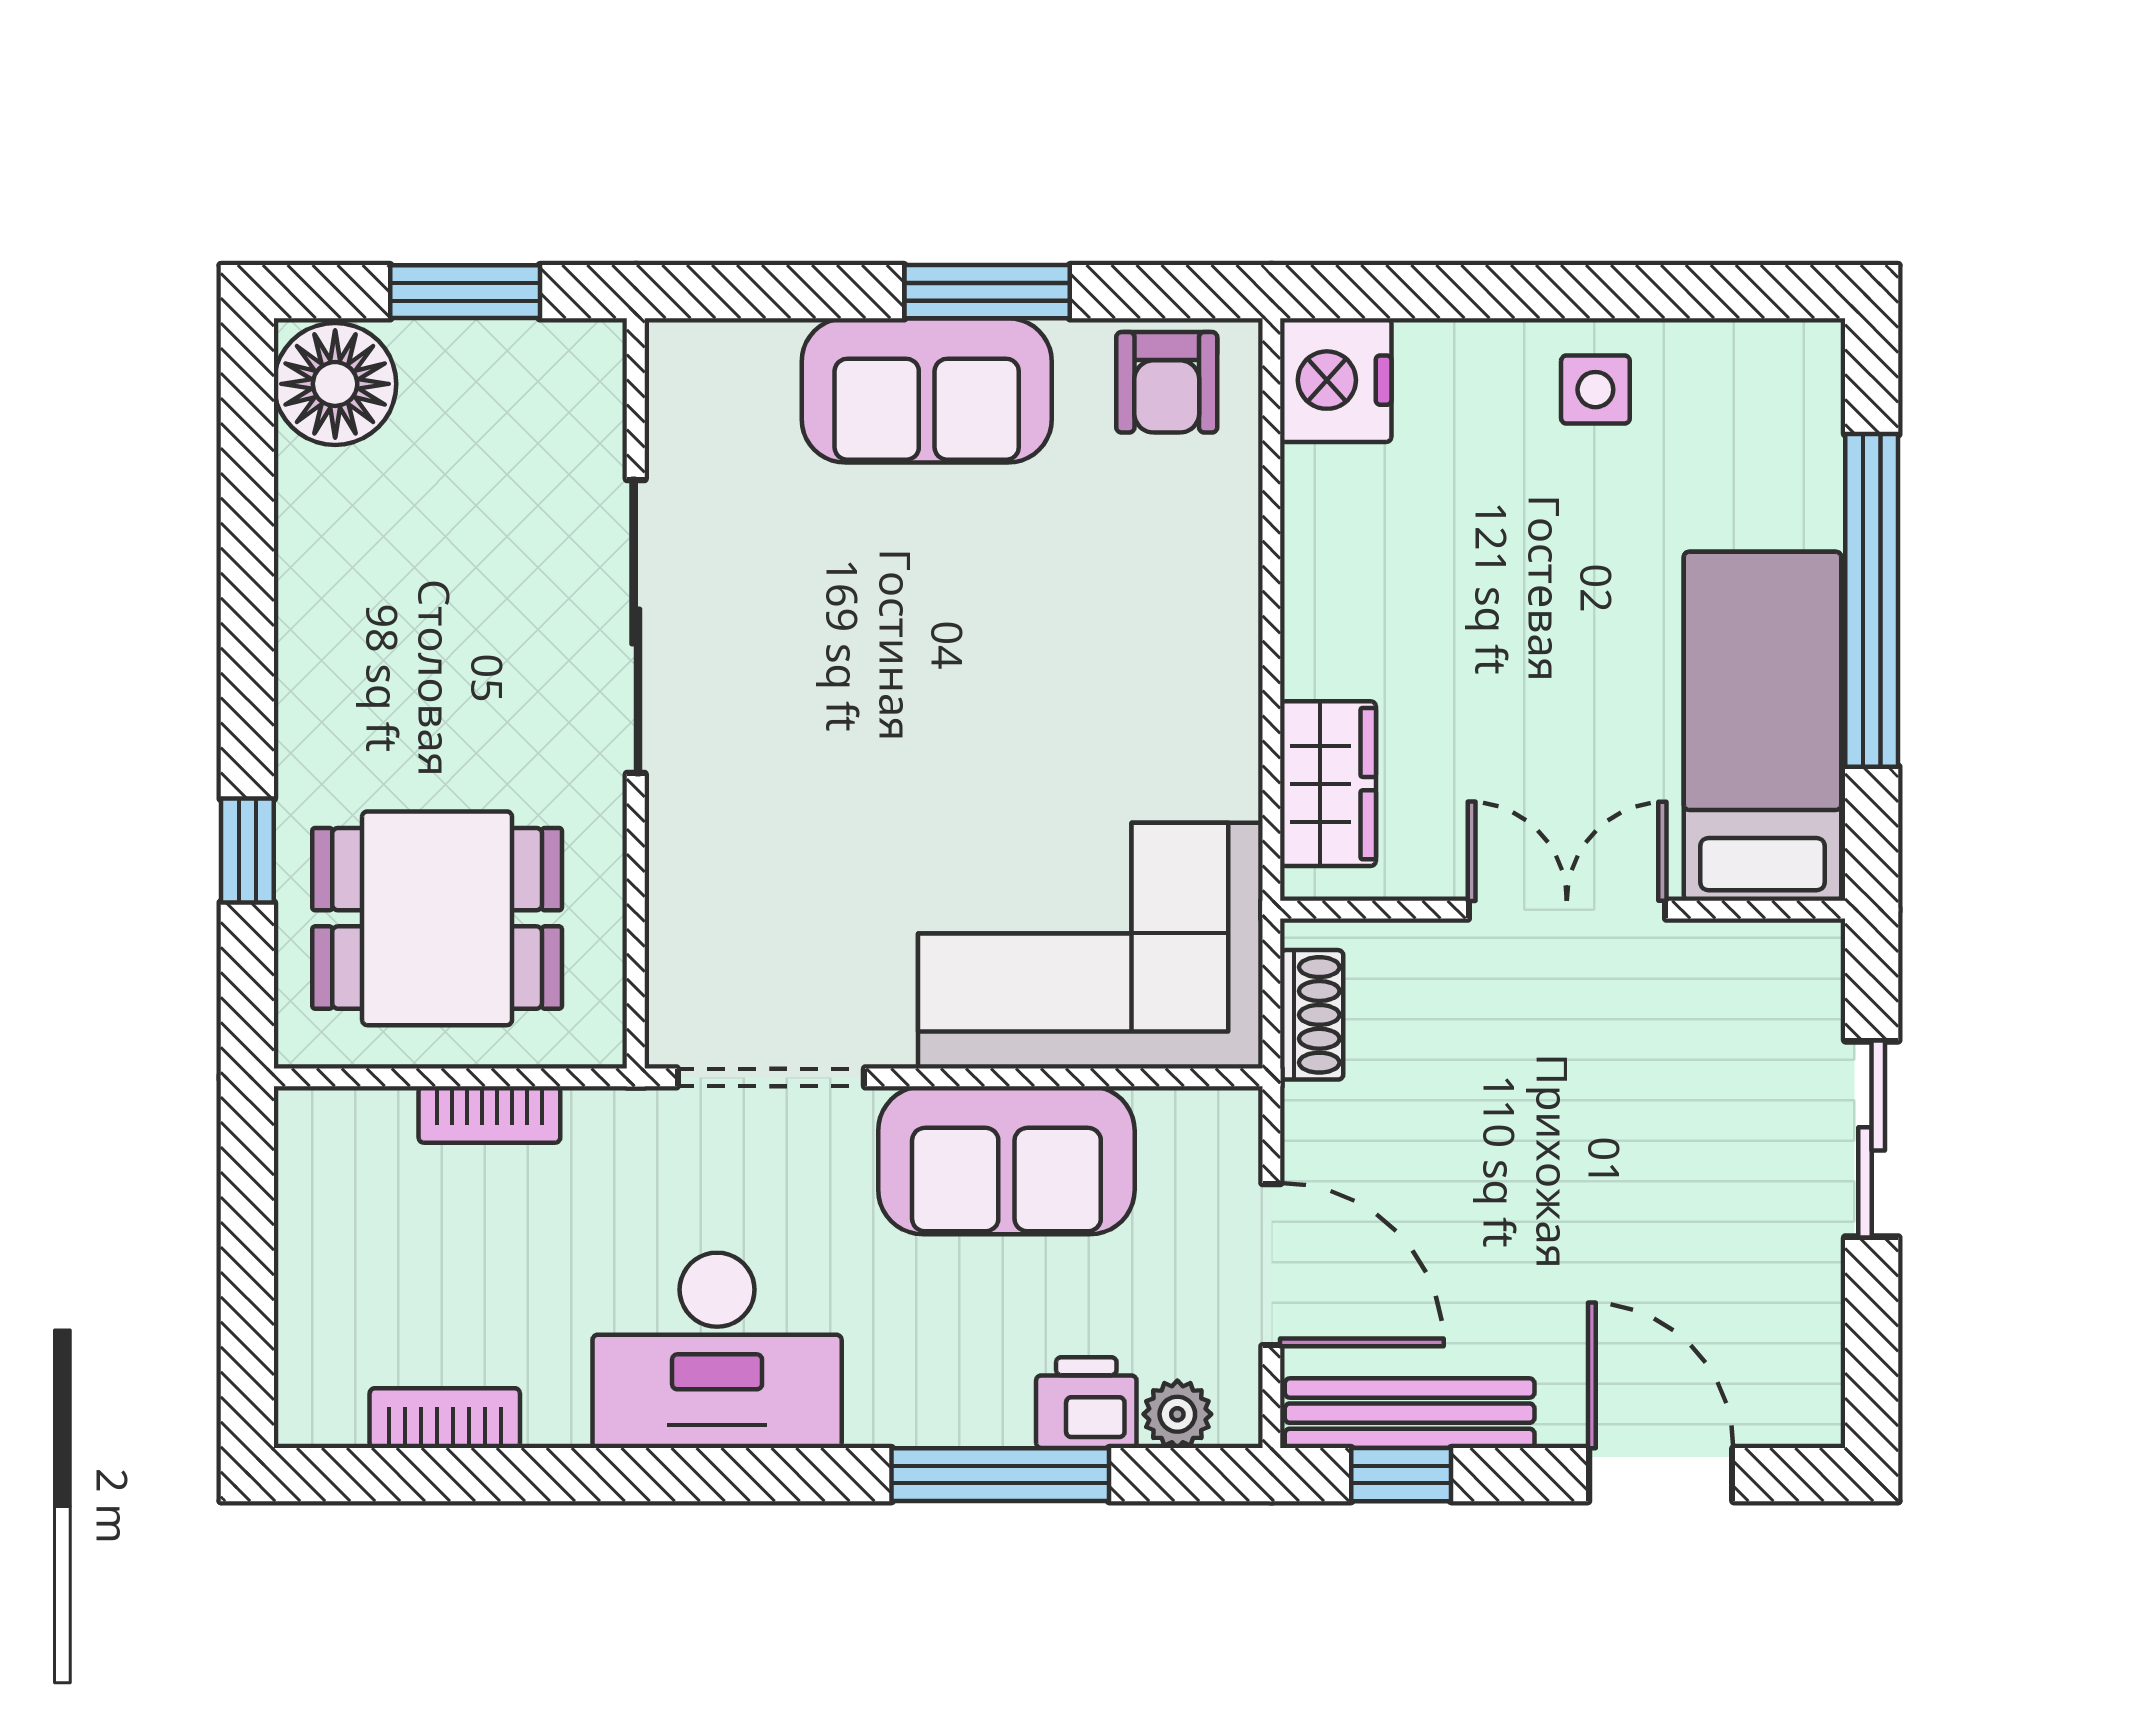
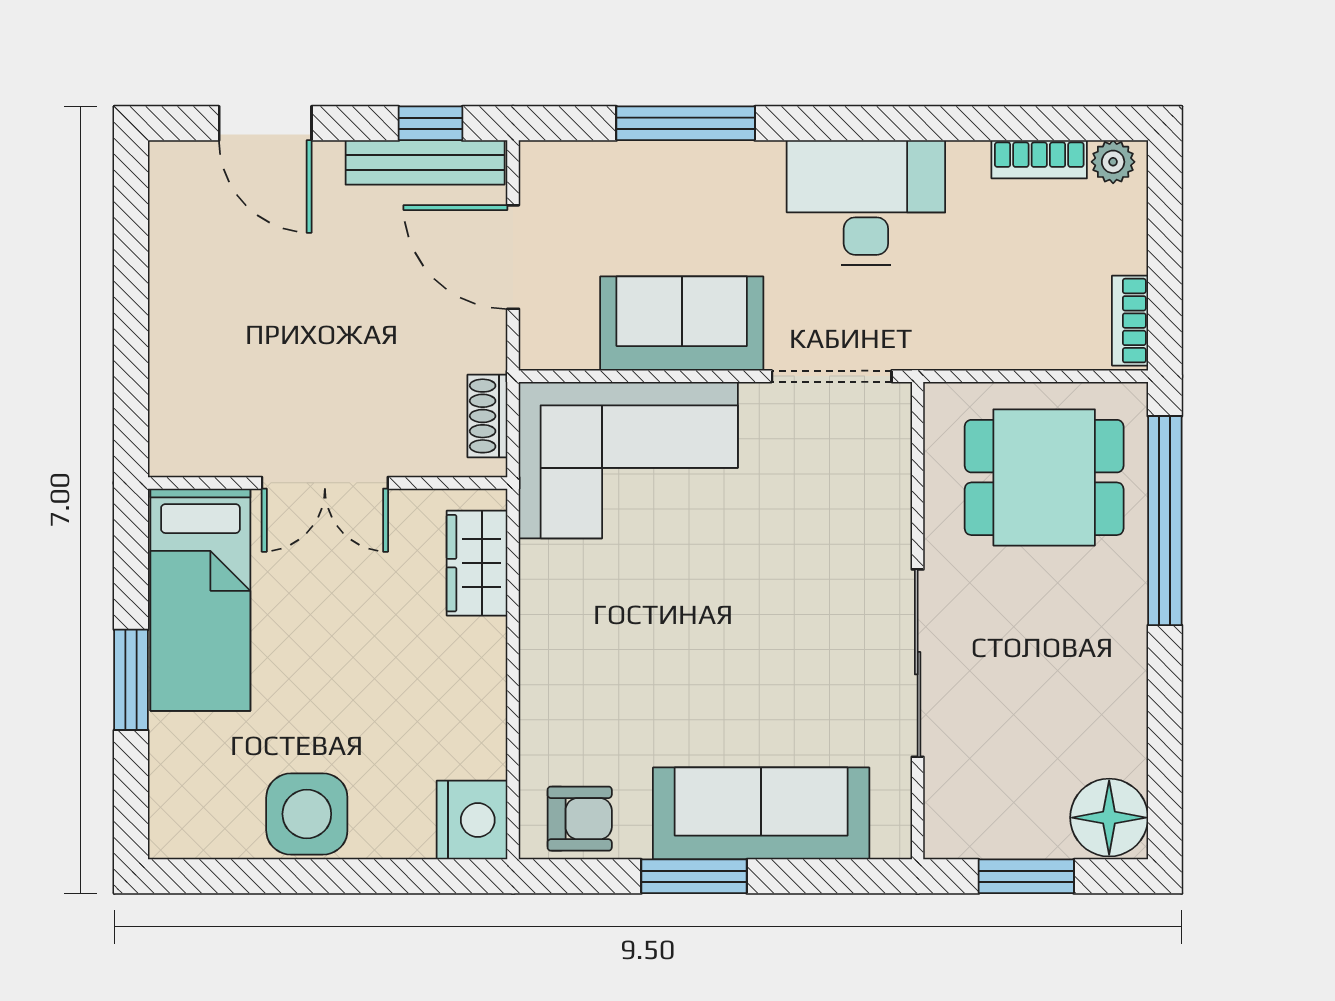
armchair: (1167, 382) -> (580, 819), turned 90
sofa: (927, 390) -> (761, 813), width x1.36
side table: (1595, 390) -> (307, 814), width x1.87, depth x1.87
window: (1872, 600) -> (131, 680), width x0.47
window: (247, 851) -> (1165, 521), width x3.17
bookcase: (489, 1114) -> (1130, 321), moved, turned -90
sliding door: (1872, 1139) -> (131, 337), removed
printer: (1086, 1403) -> (631, 169), removed
plant: (1177, 1414) -> (1113, 162), moved

